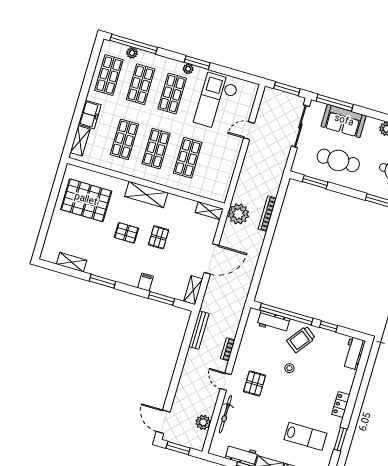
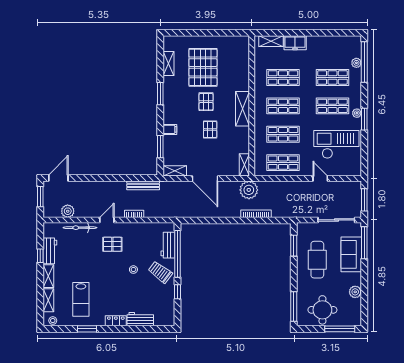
shop shelf: (109, 75) -> (283, 163), moved
pallet: (86, 200) -> (203, 67), moved
pallet: (159, 237) -> (210, 130), turned 90
workbench: (354, 353) -> (140, 319), moved

